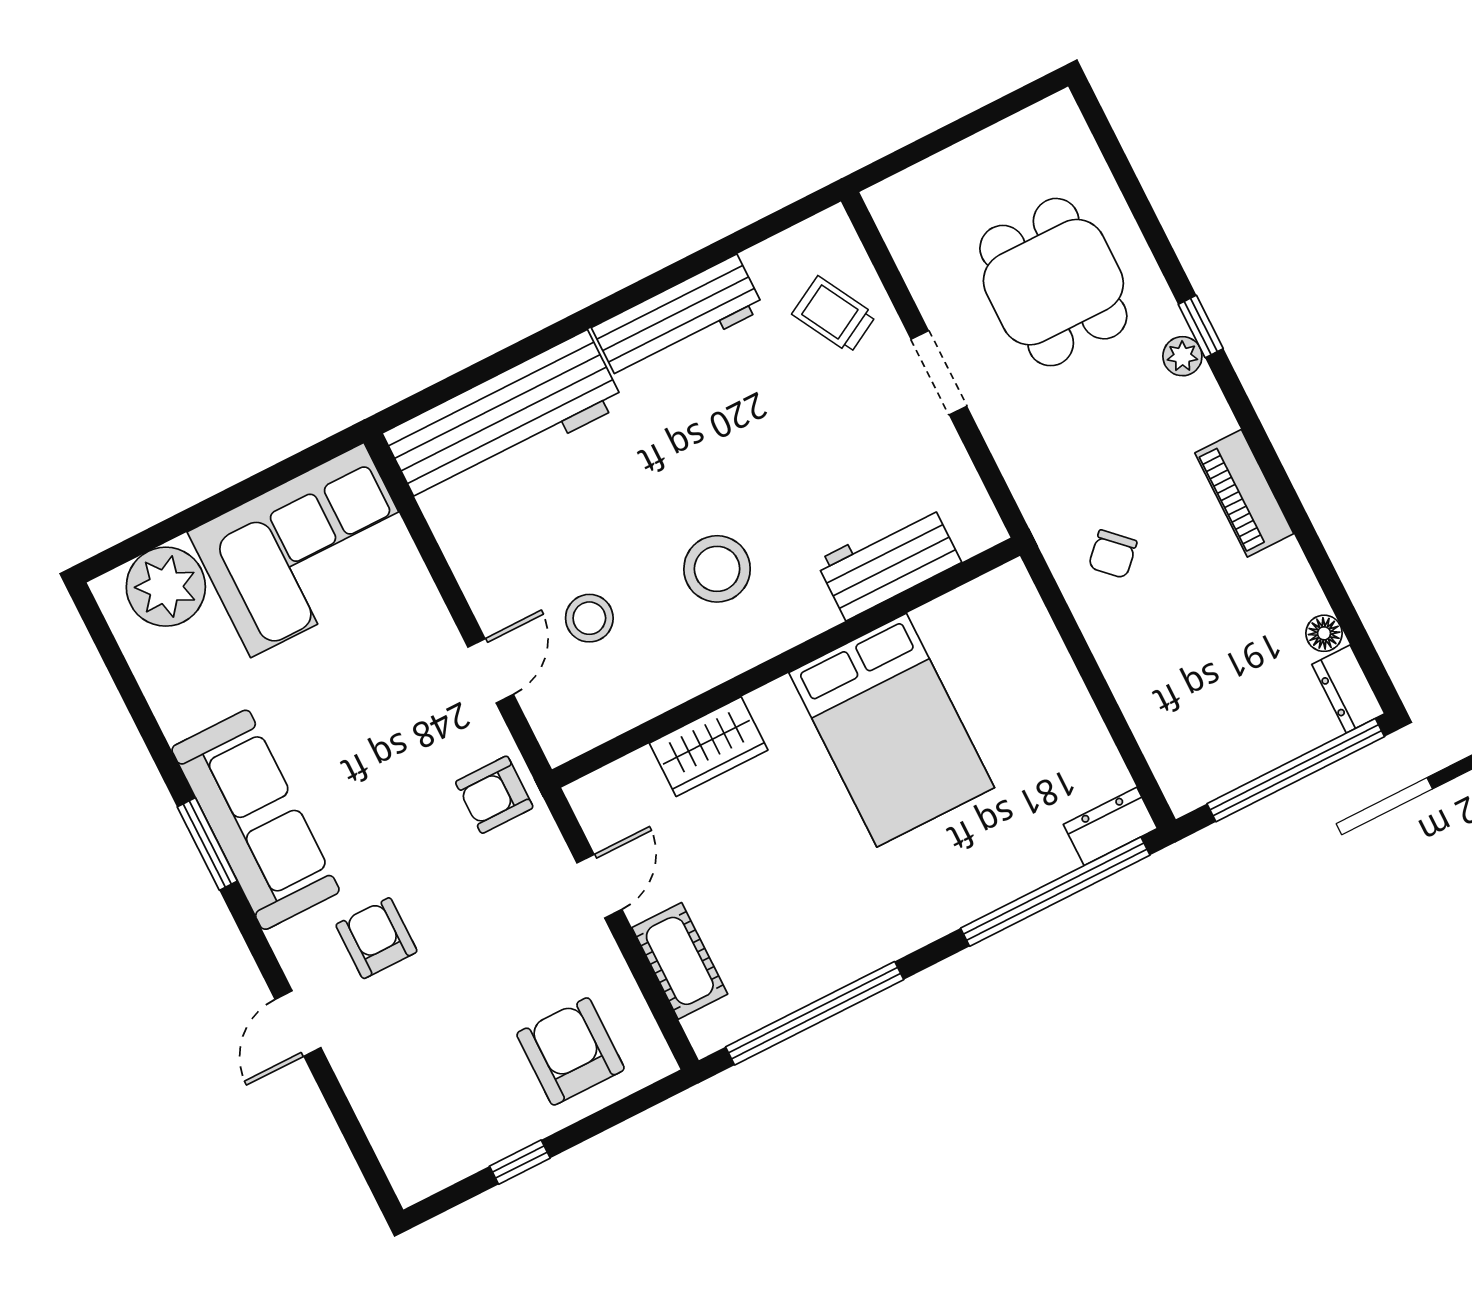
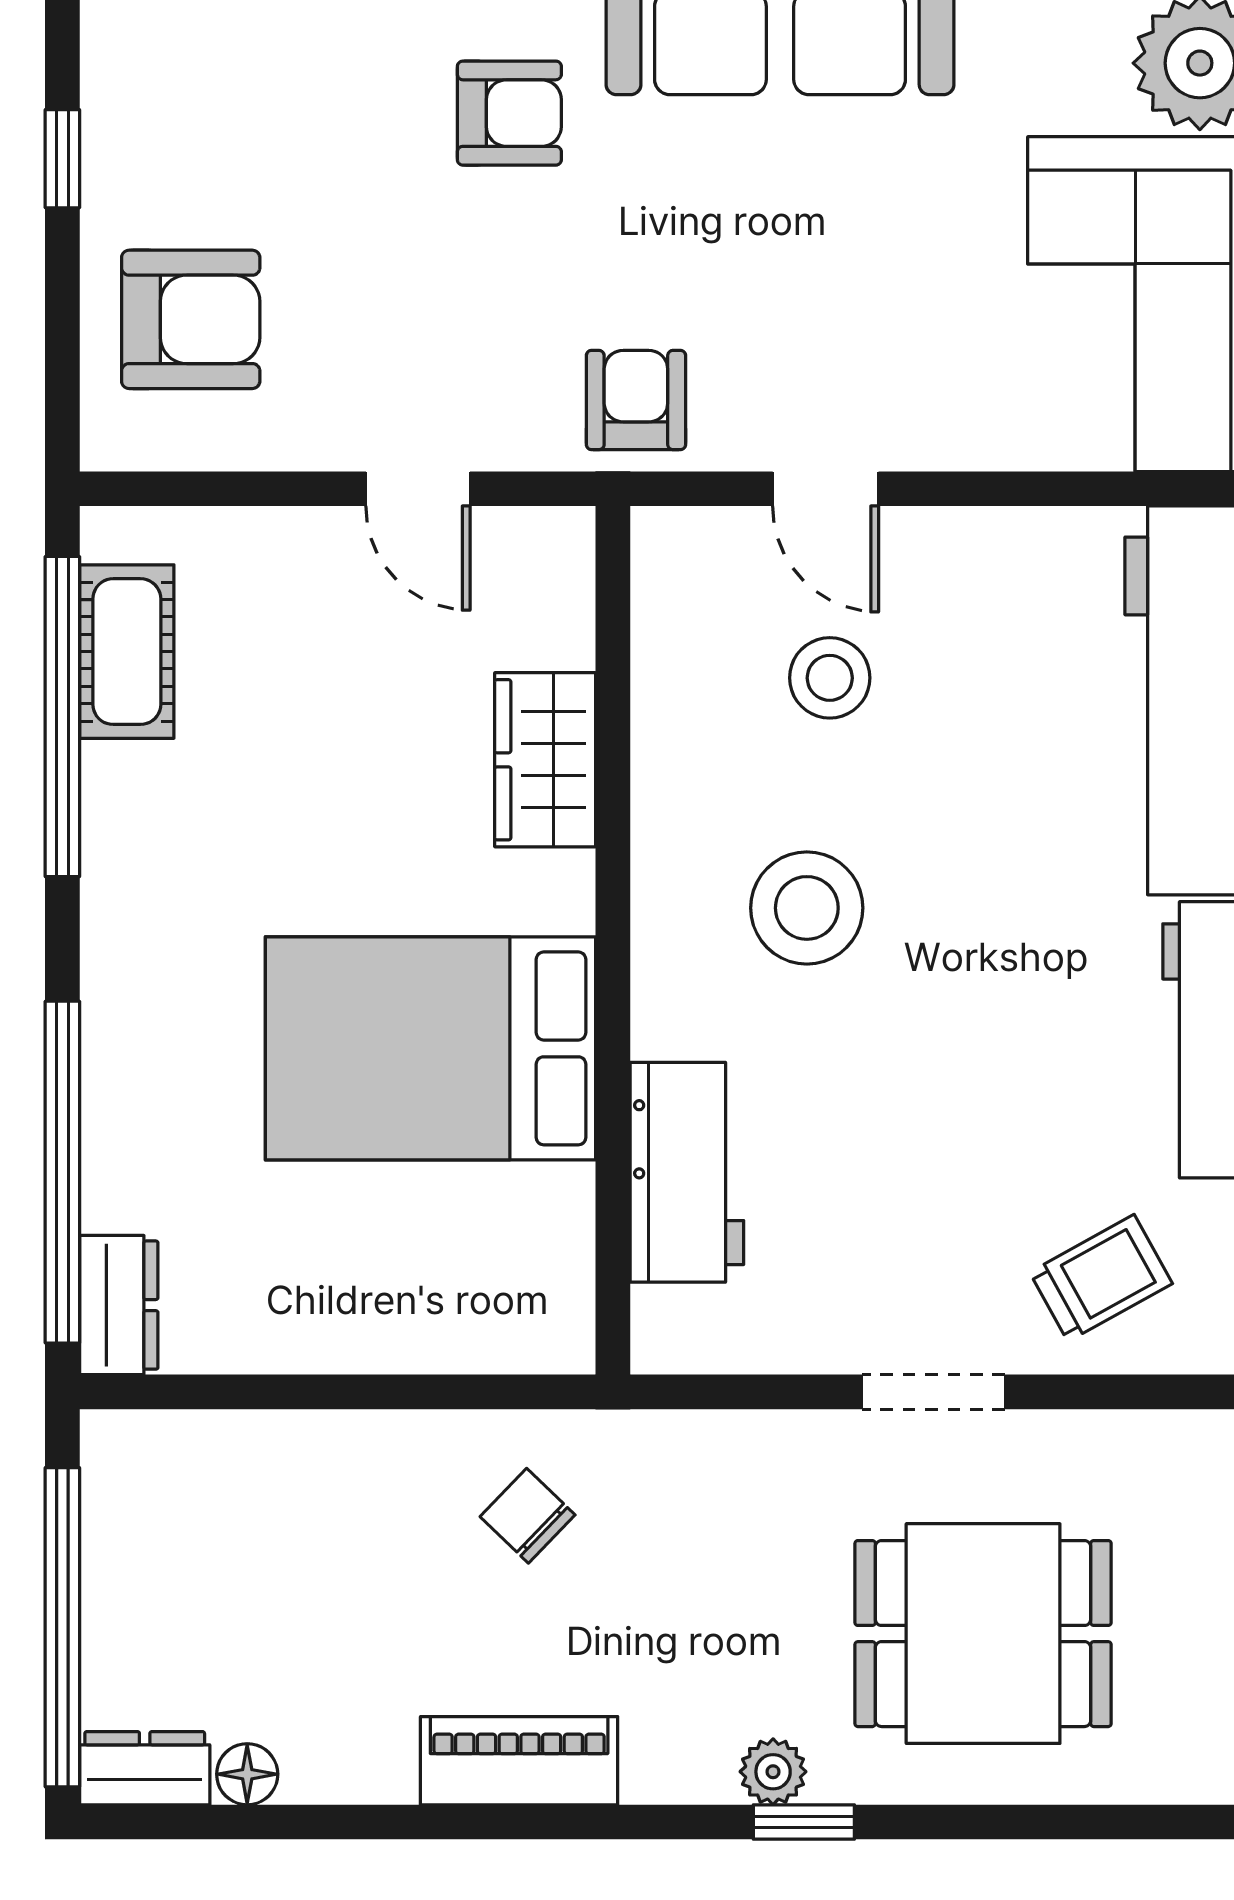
cot: (680, 961) -> (127, 652), moved, turned 90

